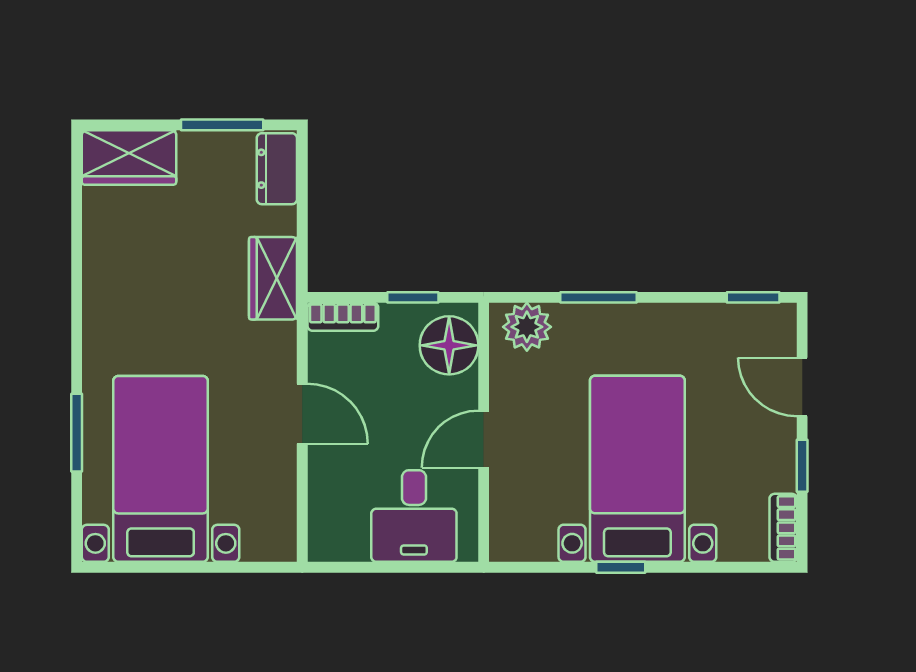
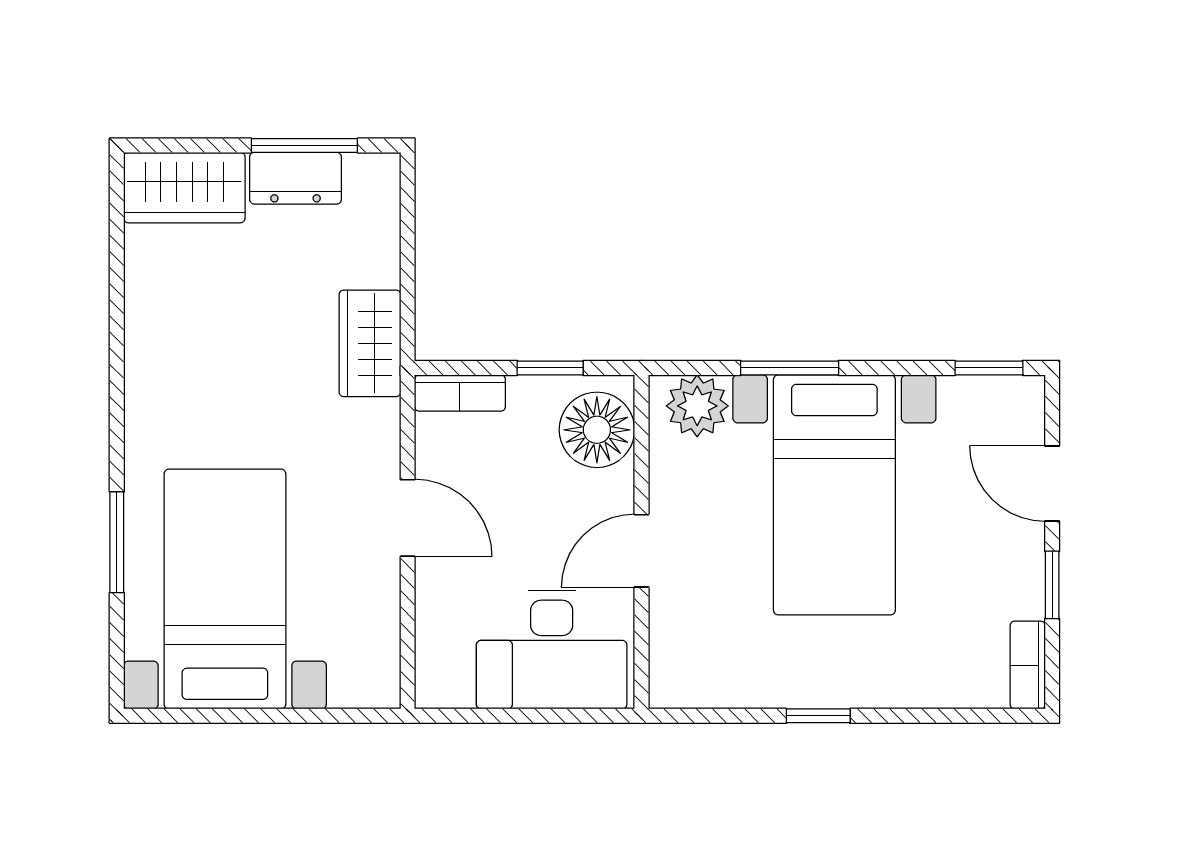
dresser: (277, 169) -> (296, 178), moved, turned -90
bed with nightstands: (637, 469) -> (834, 495), moved, turned 180
desk: (414, 516) -> (552, 650), width x1.37

